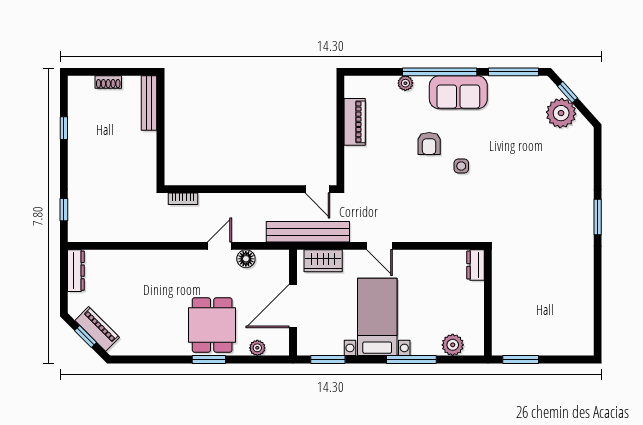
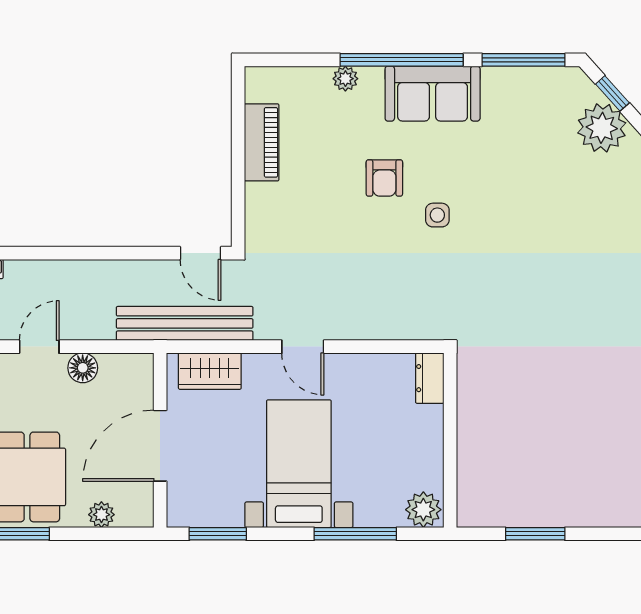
dresser: (476, 265) -> (430, 378), moved
wall: (488, 303) -> (450, 440), moved

